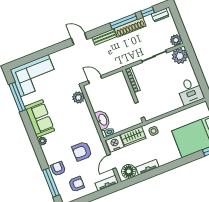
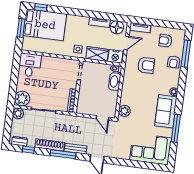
window: (124, 21) -> (63, 154), moved
window: (17, 97) -> (176, 128), moved

